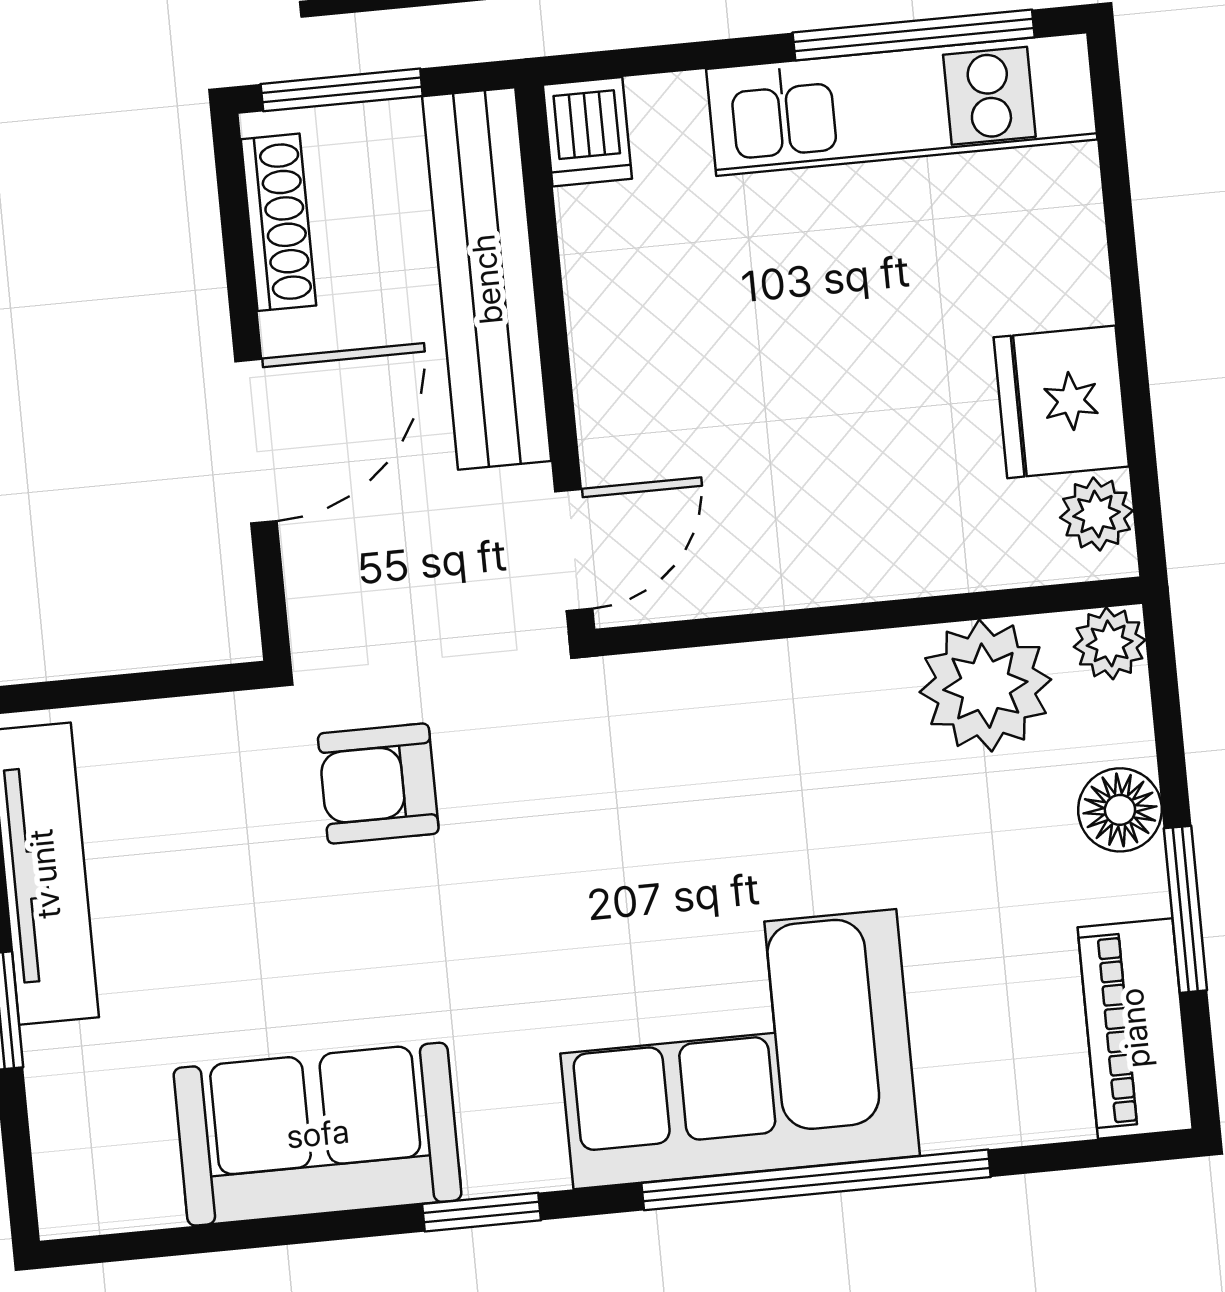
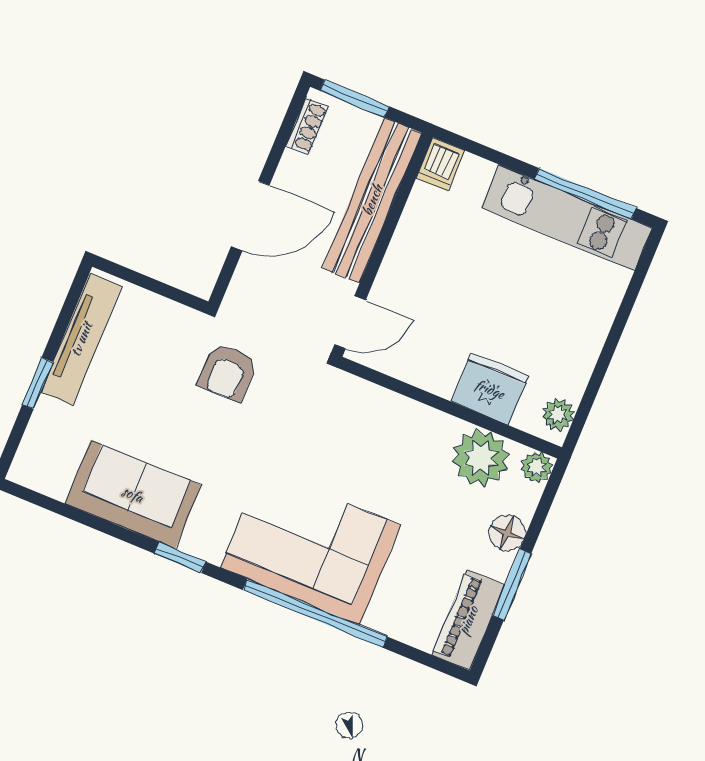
shoe rack: (278, 222) -> (308, 126), width x0.70
fridge: (1061, 402) -> (490, 389), moved, turned 90
armchair: (378, 784) -> (228, 372), turned -90

